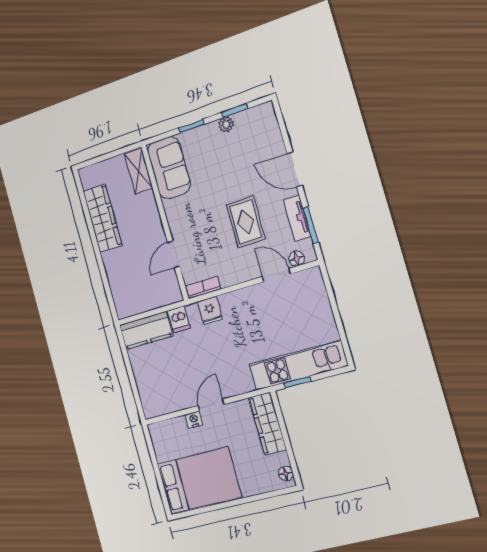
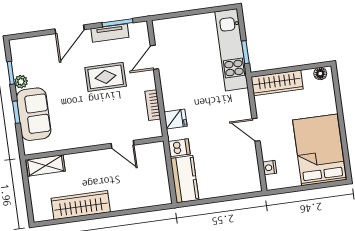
sofa: (169, 168) -> (34, 114), moved, turned 90
floor lamp: (297, 258) -> (143, 38), removed
bookcase: (203, 287) -> (153, 105), moved
nightstand: (194, 420) -> (270, 168), moved

